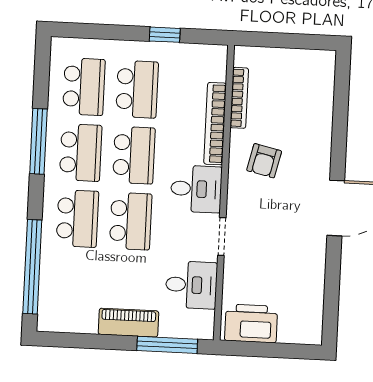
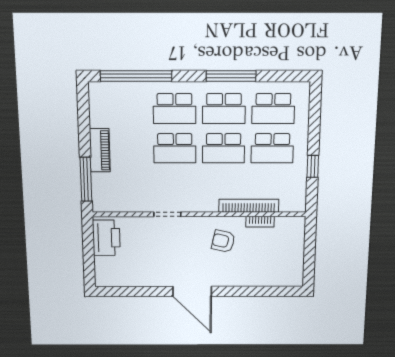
bookcase: (239, 98) -> (260, 222), width x0.64
desk: (196, 189) -> (201, 195), removed
desk: (191, 285) -> (131, 194), removed

